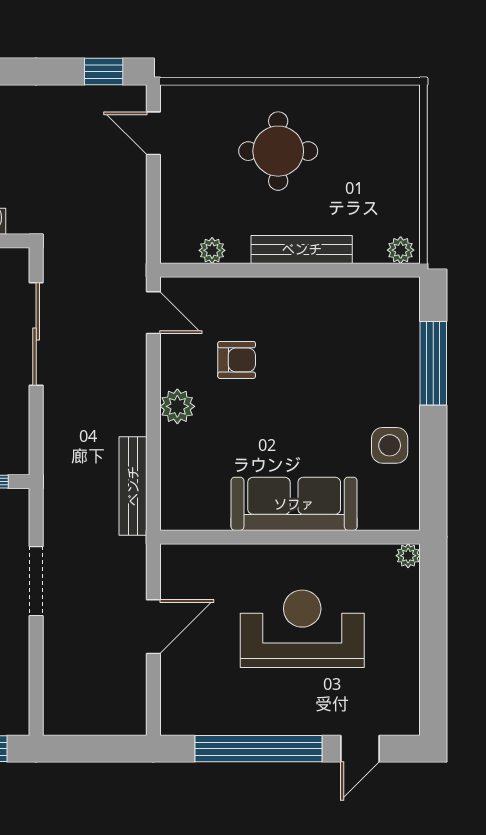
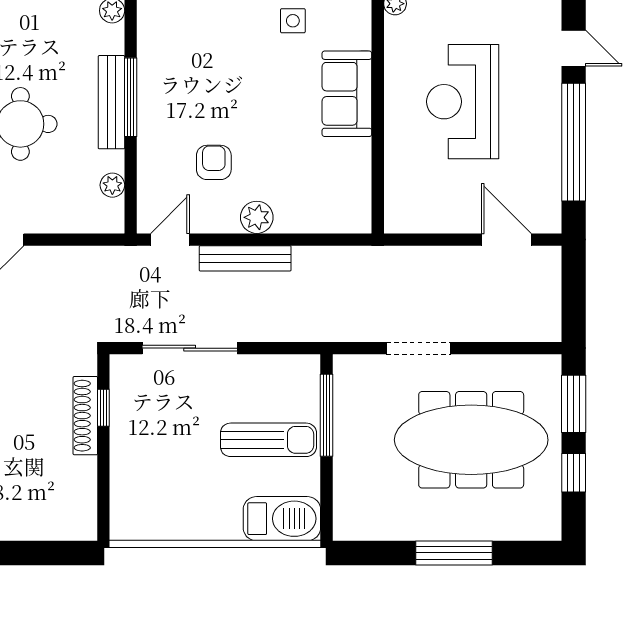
window: (307, 270) -> (131, 97), added
side table: (390, 445) -> (293, 21), width x0.73, depth x0.73
bench: (133, 486) -> (245, 258), moved
sofa: (294, 504) -> (347, 94), width x0.73
door: (153, 627) -> (506, 240), moved

